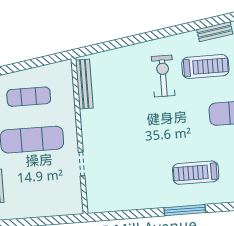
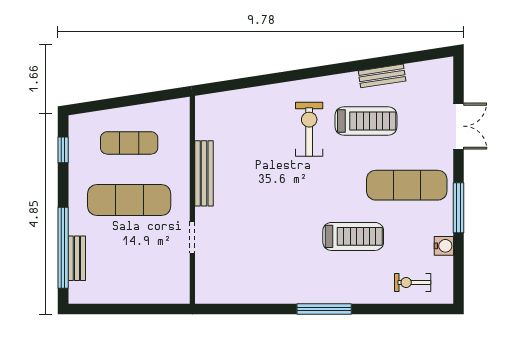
bench: (84, 84) -> (204, 173), moved
treadmill: (196, 173) -> (353, 236), moved, turned 180

